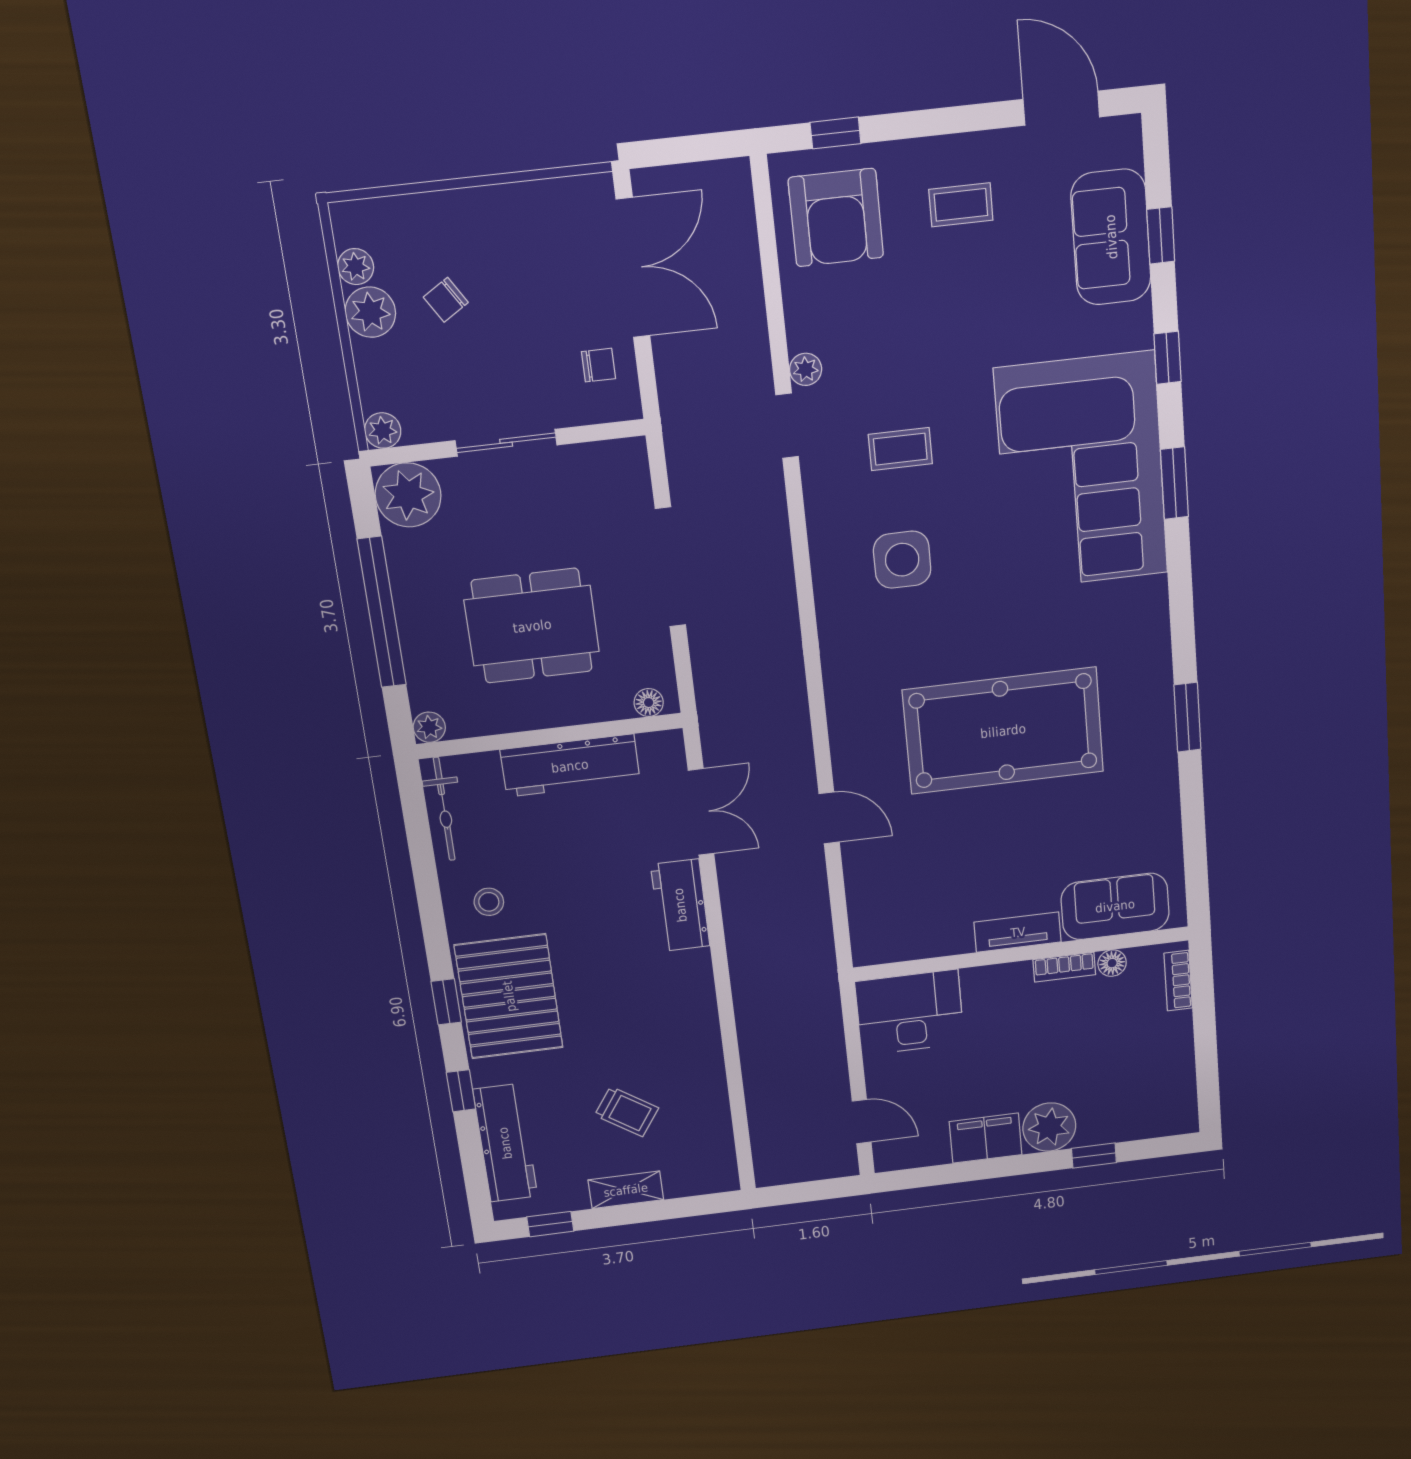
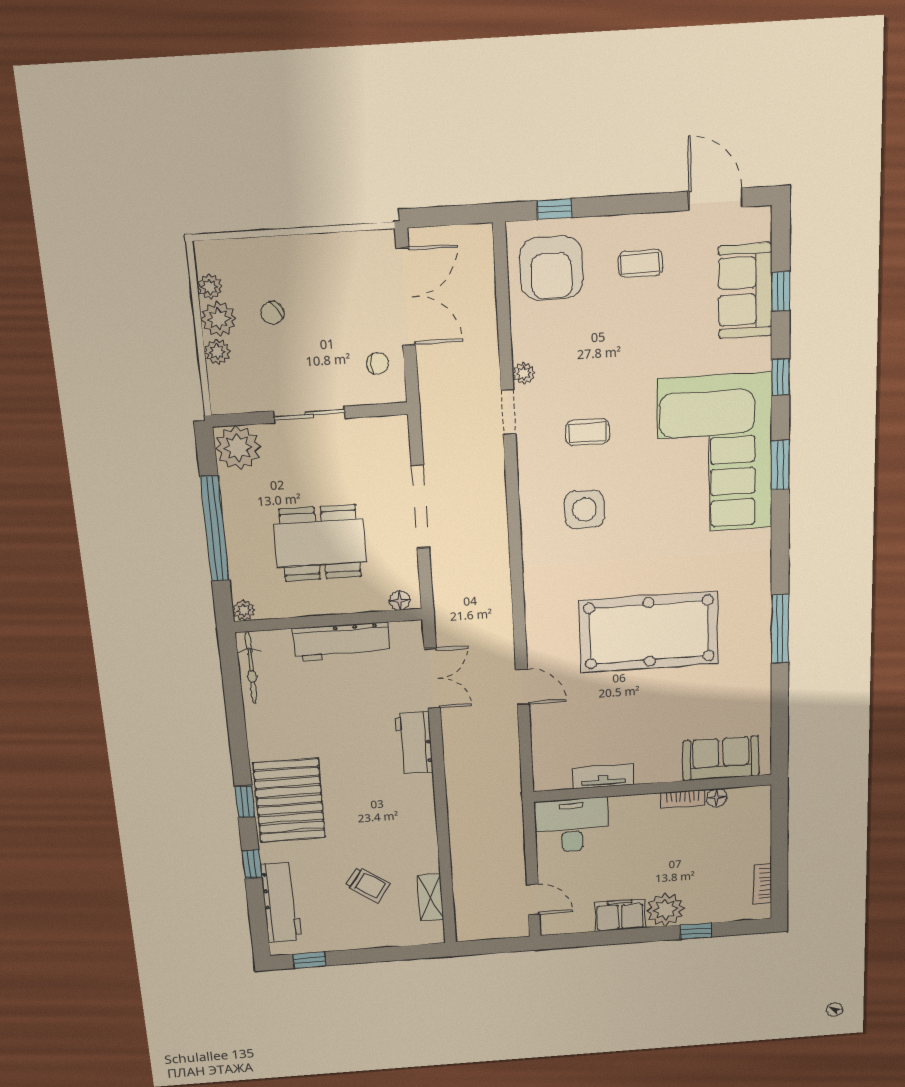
plant: (383, 431) -> (217, 352), moved
window: (1187, 717) -> (780, 629), width x1.44
stool: (489, 902) -> (279, 734), removed
tv unit: (1018, 932) -> (603, 776), moved
bookcase: (1178, 981) -> (763, 884), moved
shelving: (626, 1190) -> (430, 898), moved, turned 90

